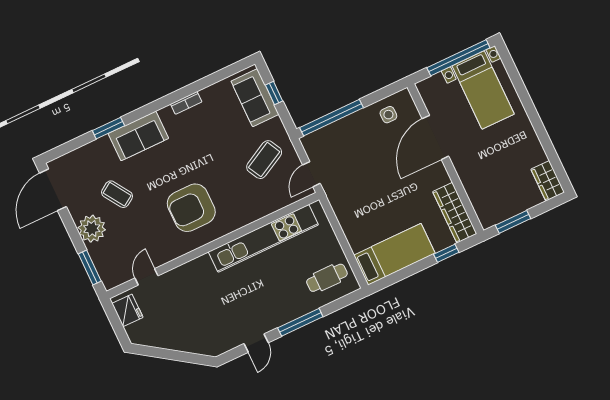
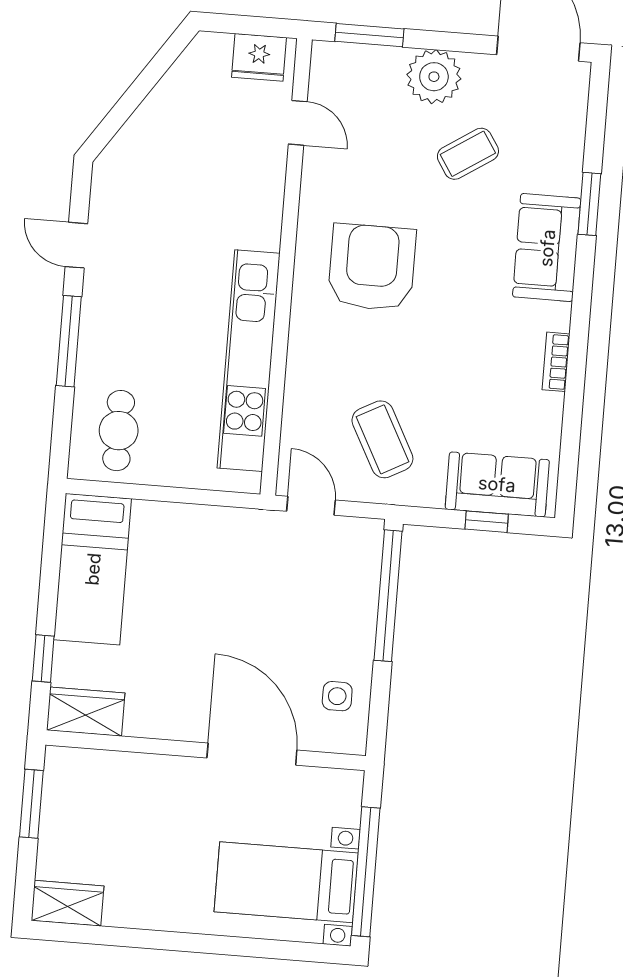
wardrobe: (455, 213) -> (86, 712), width x0.67

